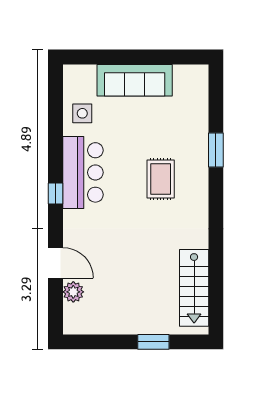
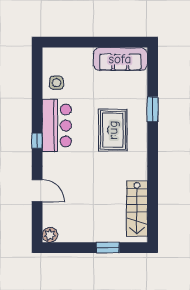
sofa: (135, 80) -> (120, 59), moved
rug: (161, 179) -> (113, 130), width x1.36, depth x1.43
plant: (73, 292) -> (50, 235), moved

